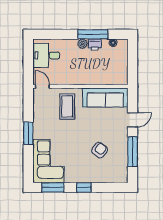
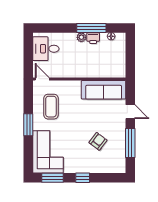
coffee table: (67, 106) -> (51, 107), moved
door: (133, 120) -> (130, 112), hinge flipped

